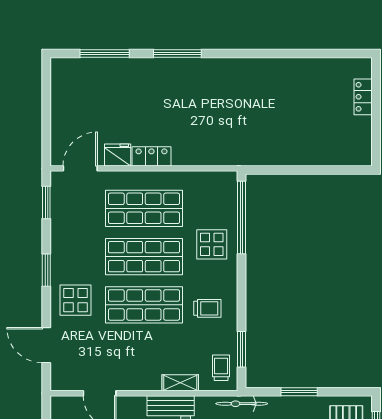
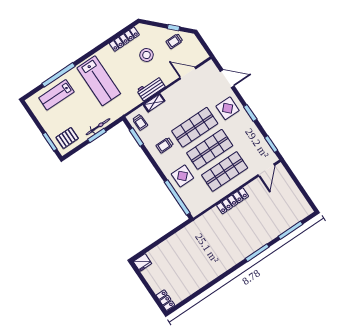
locker: (363, 97) -> (165, 300), moved
fridge: (118, 155) -> (142, 262), moved
locker: (151, 156) -> (233, 201), width x1.53
bicycle: (242, 404) -> (98, 127), moved

